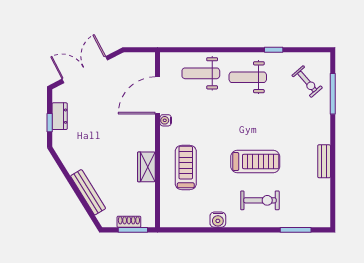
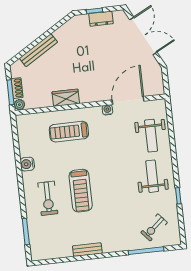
weight bench: (201, 73) -> (151, 136), turned 180
door: (157, 95) -> (128, 101), hinge flipped
treadmill: (186, 167) -> (69, 132), turned 180
plant: (148, 221) -> (19, 105), added

